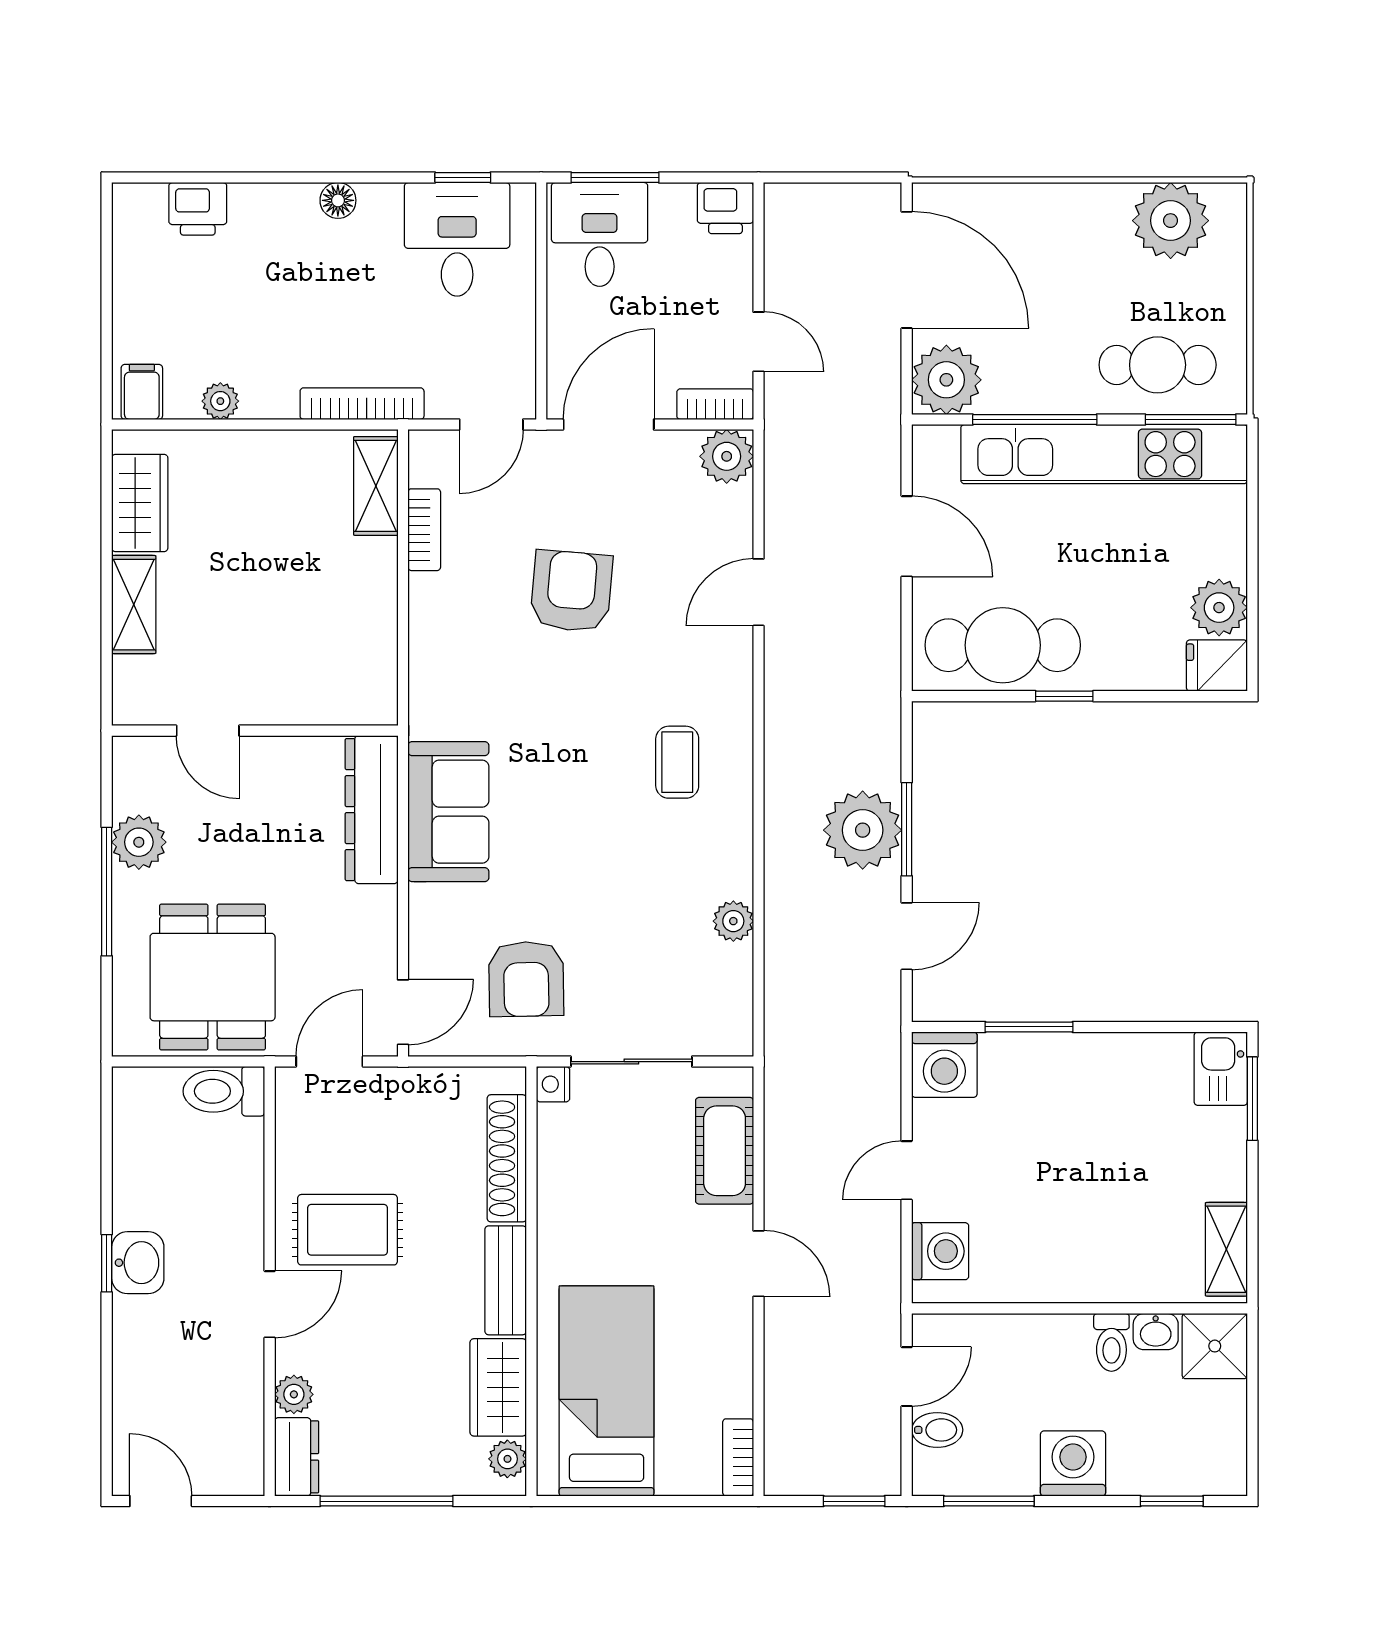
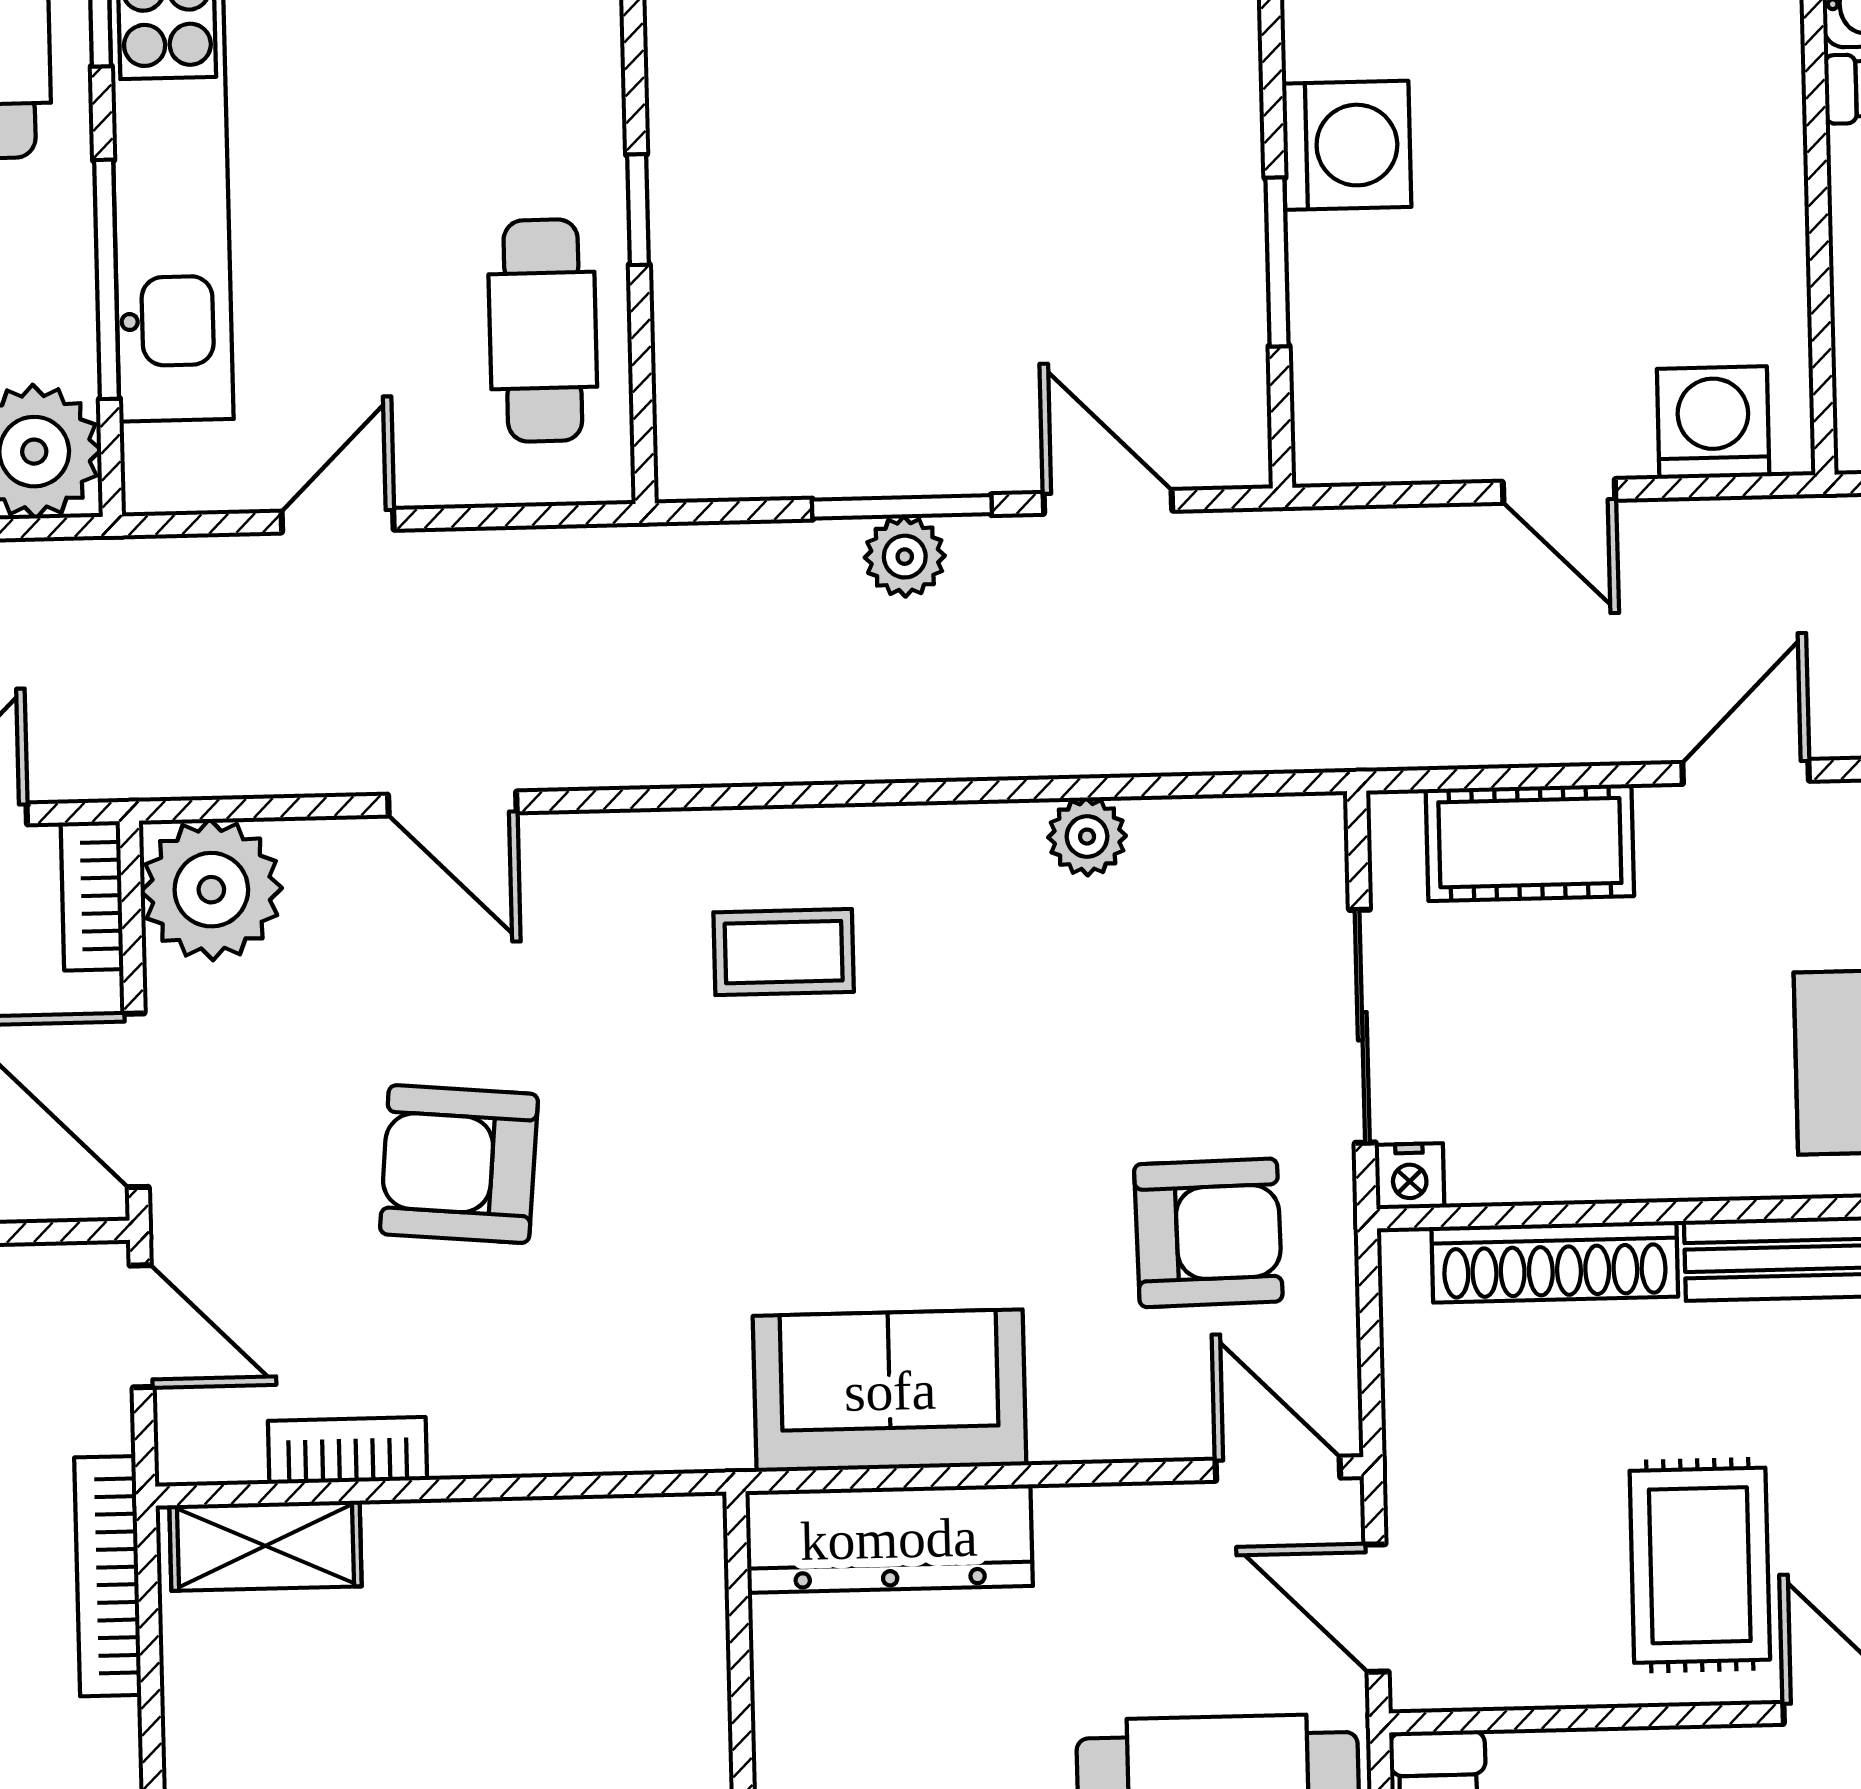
plant: (727, 456) -> (211, 890), width x1.36, depth x1.36
door: (907, 536) -> (338, 521), width x0.73
cafe table: (1003, 645) -> (543, 330), width x0.73, depth x0.74
plant: (863, 830) -> (905, 557), width x0.53, depth x0.53
washing machine: (944, 1065) -> (1347, 145), moved

